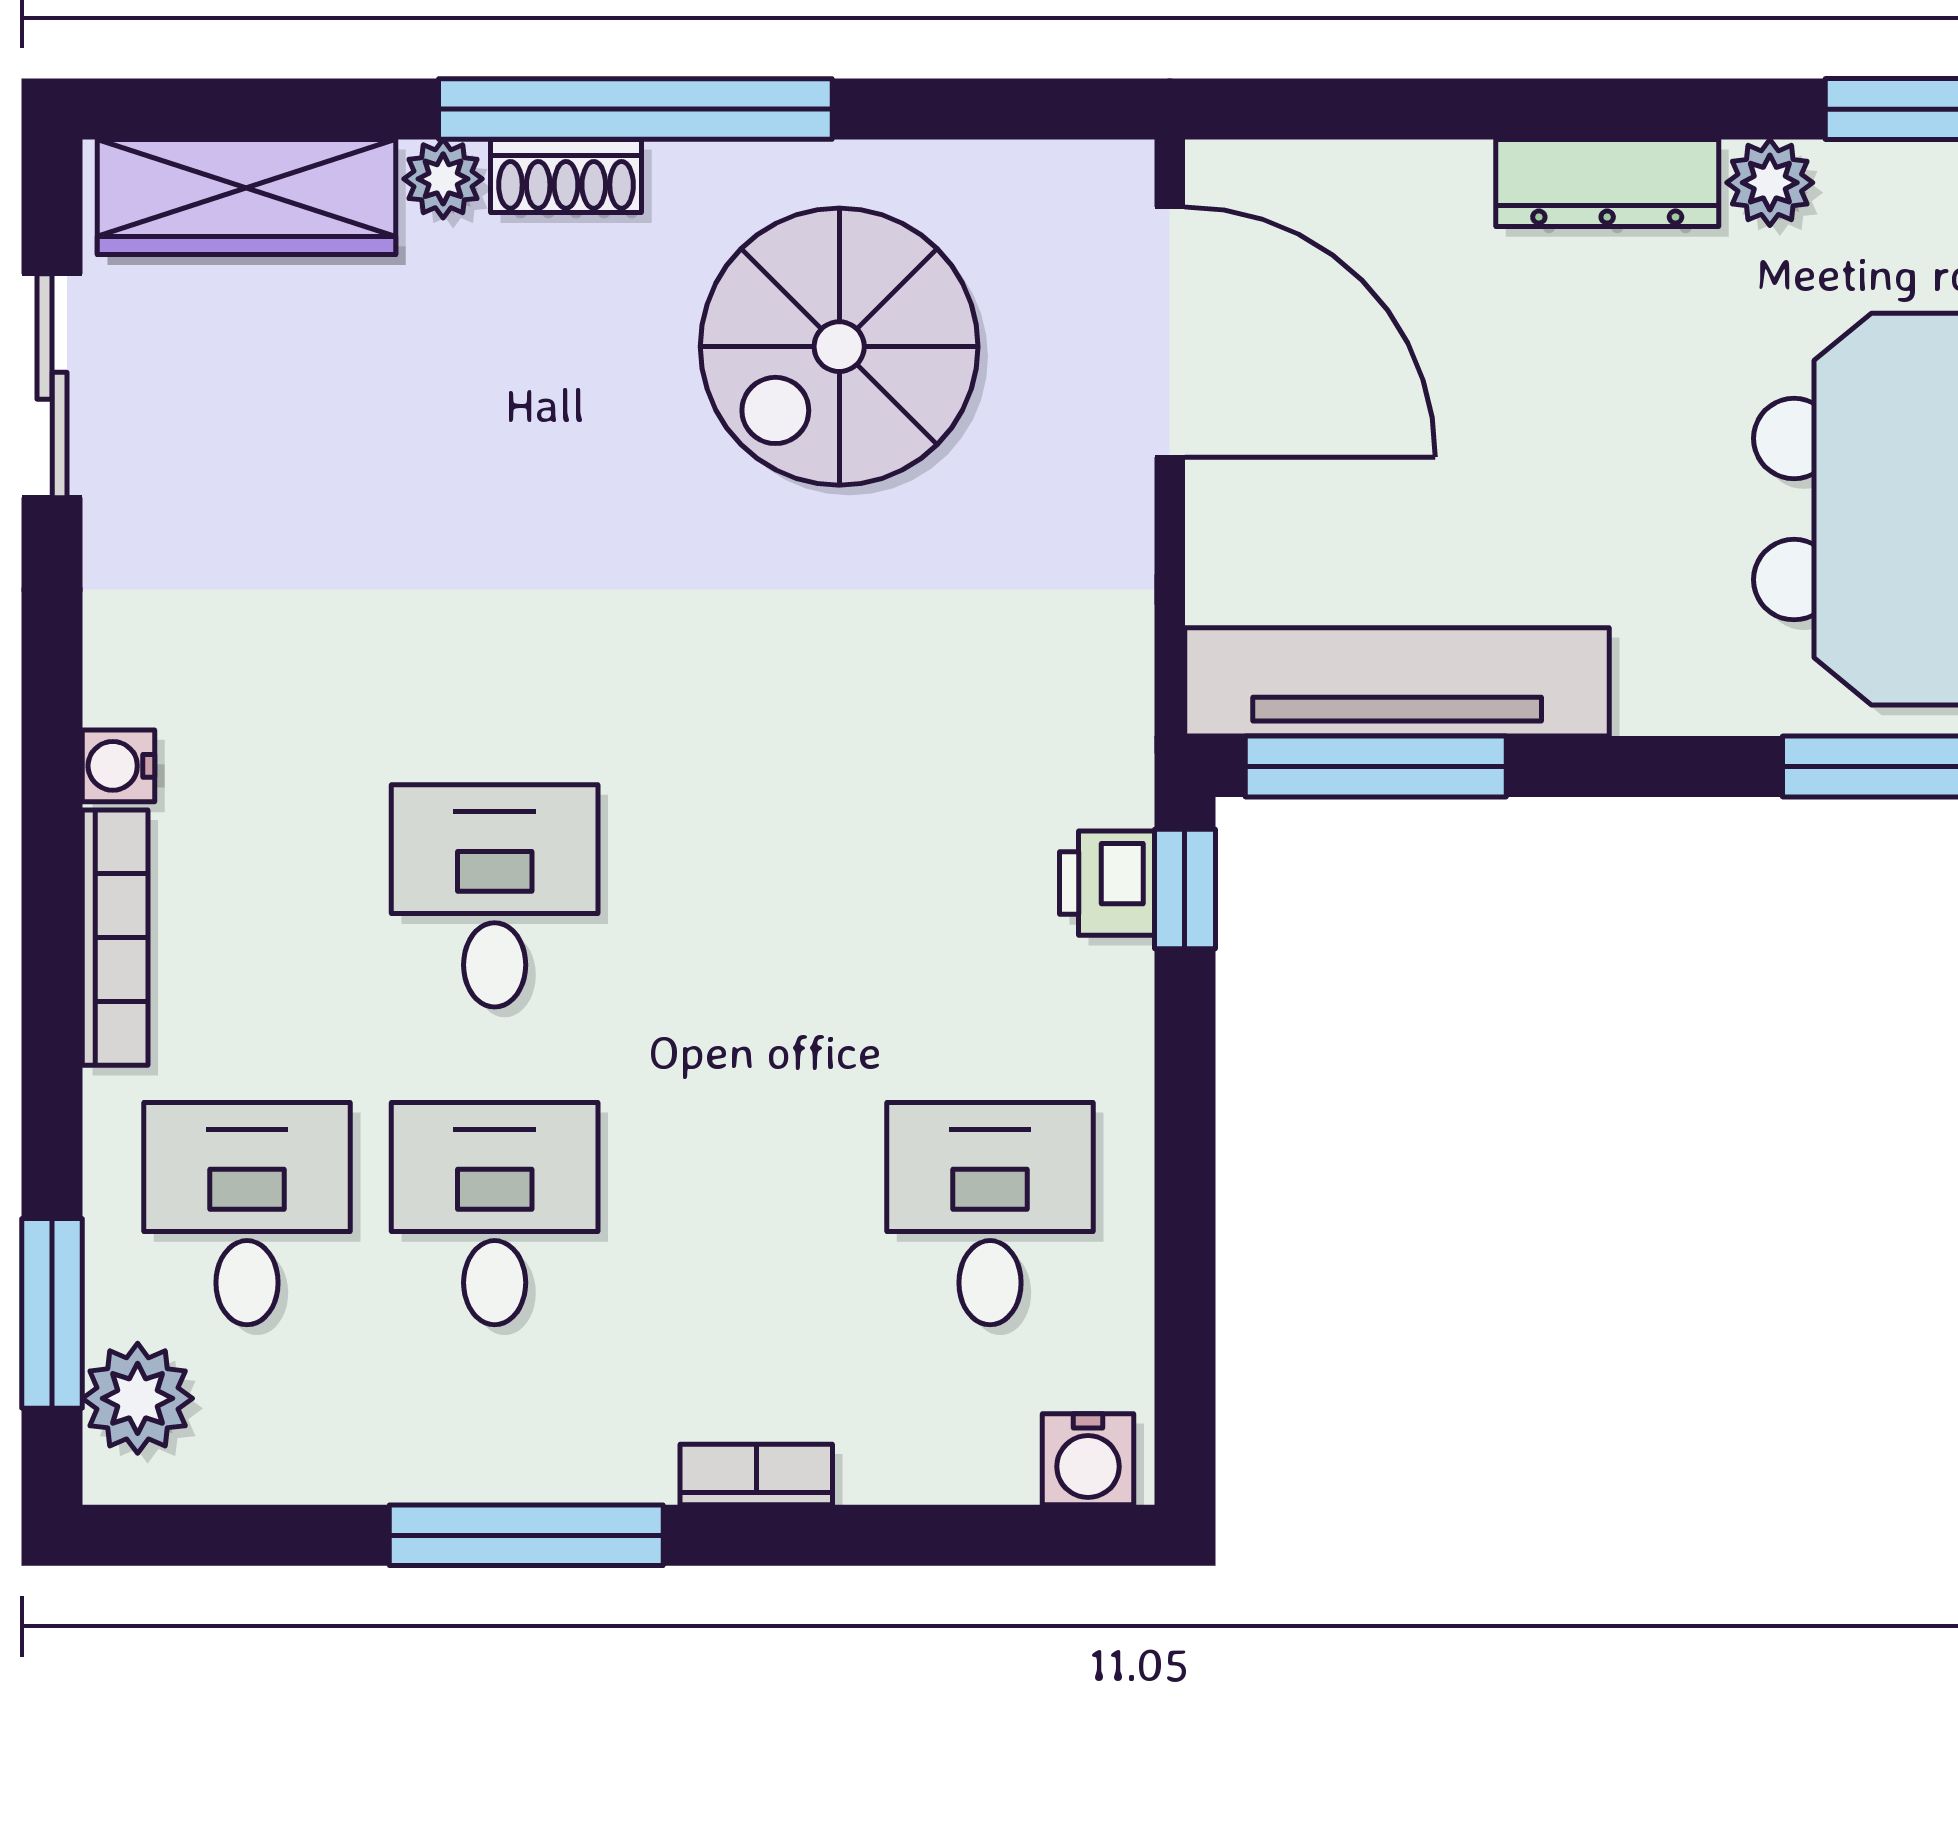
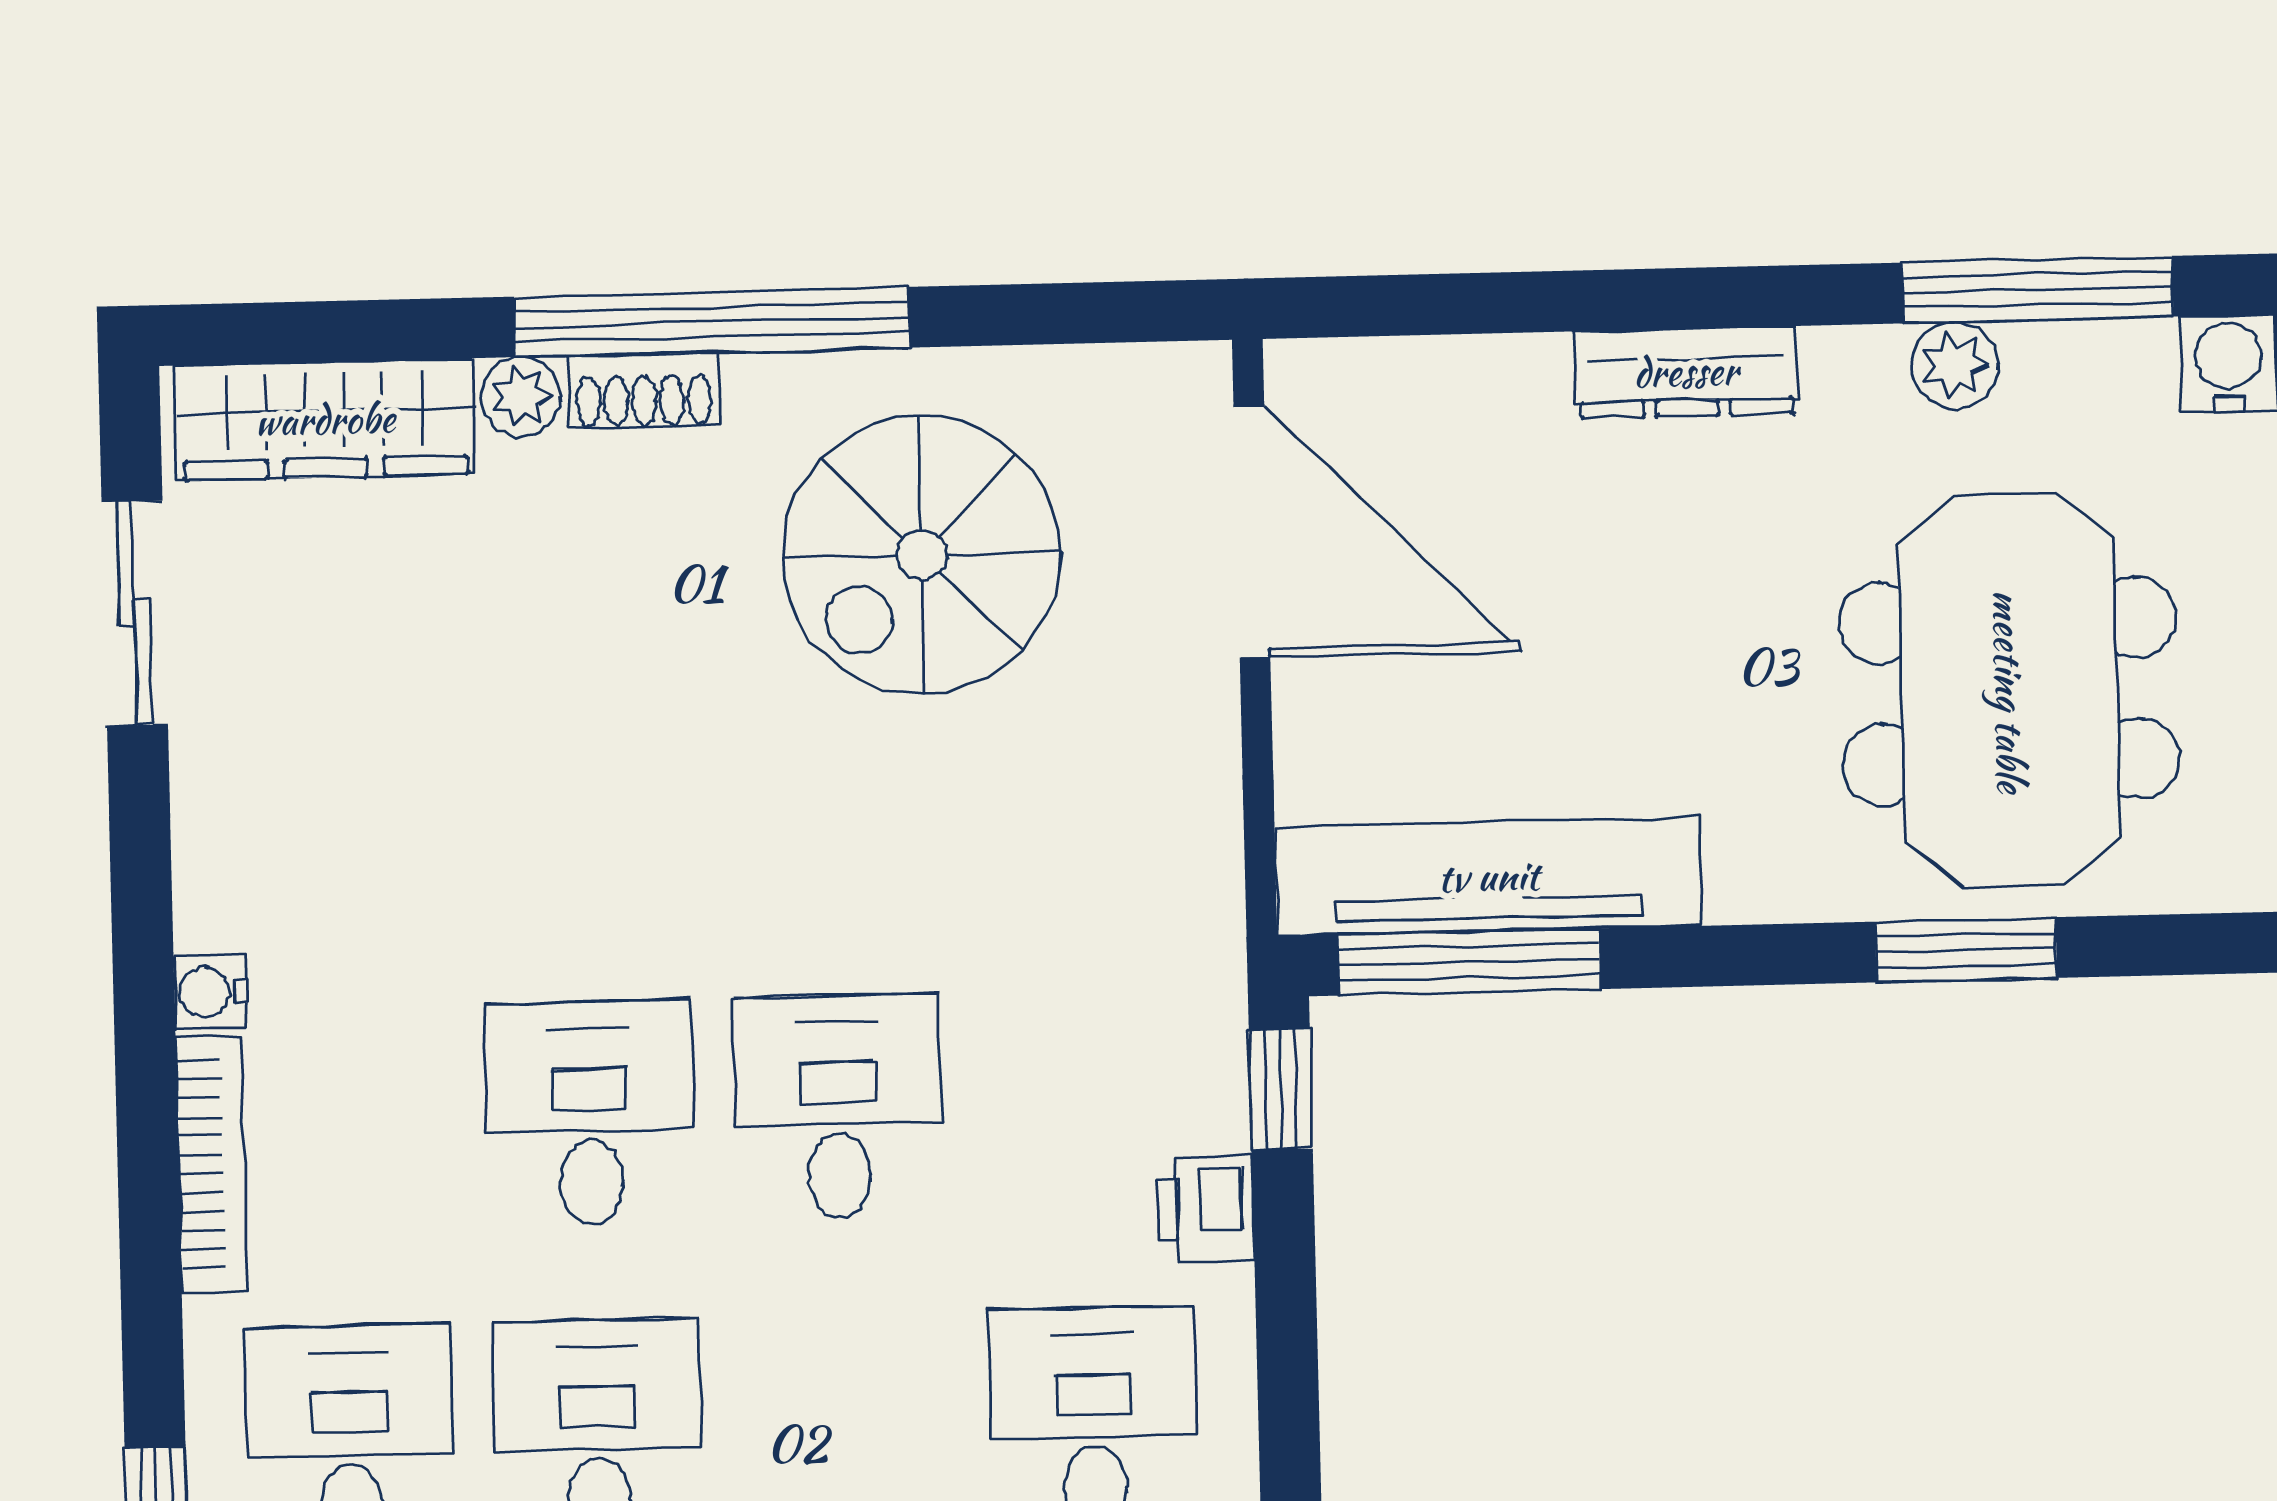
plant: (1770, 183) -> (1955, 365), moved
printer: (1107, 883) -> (1206, 1209), moved
desk: (742, 896) -> (838, 1107), added

